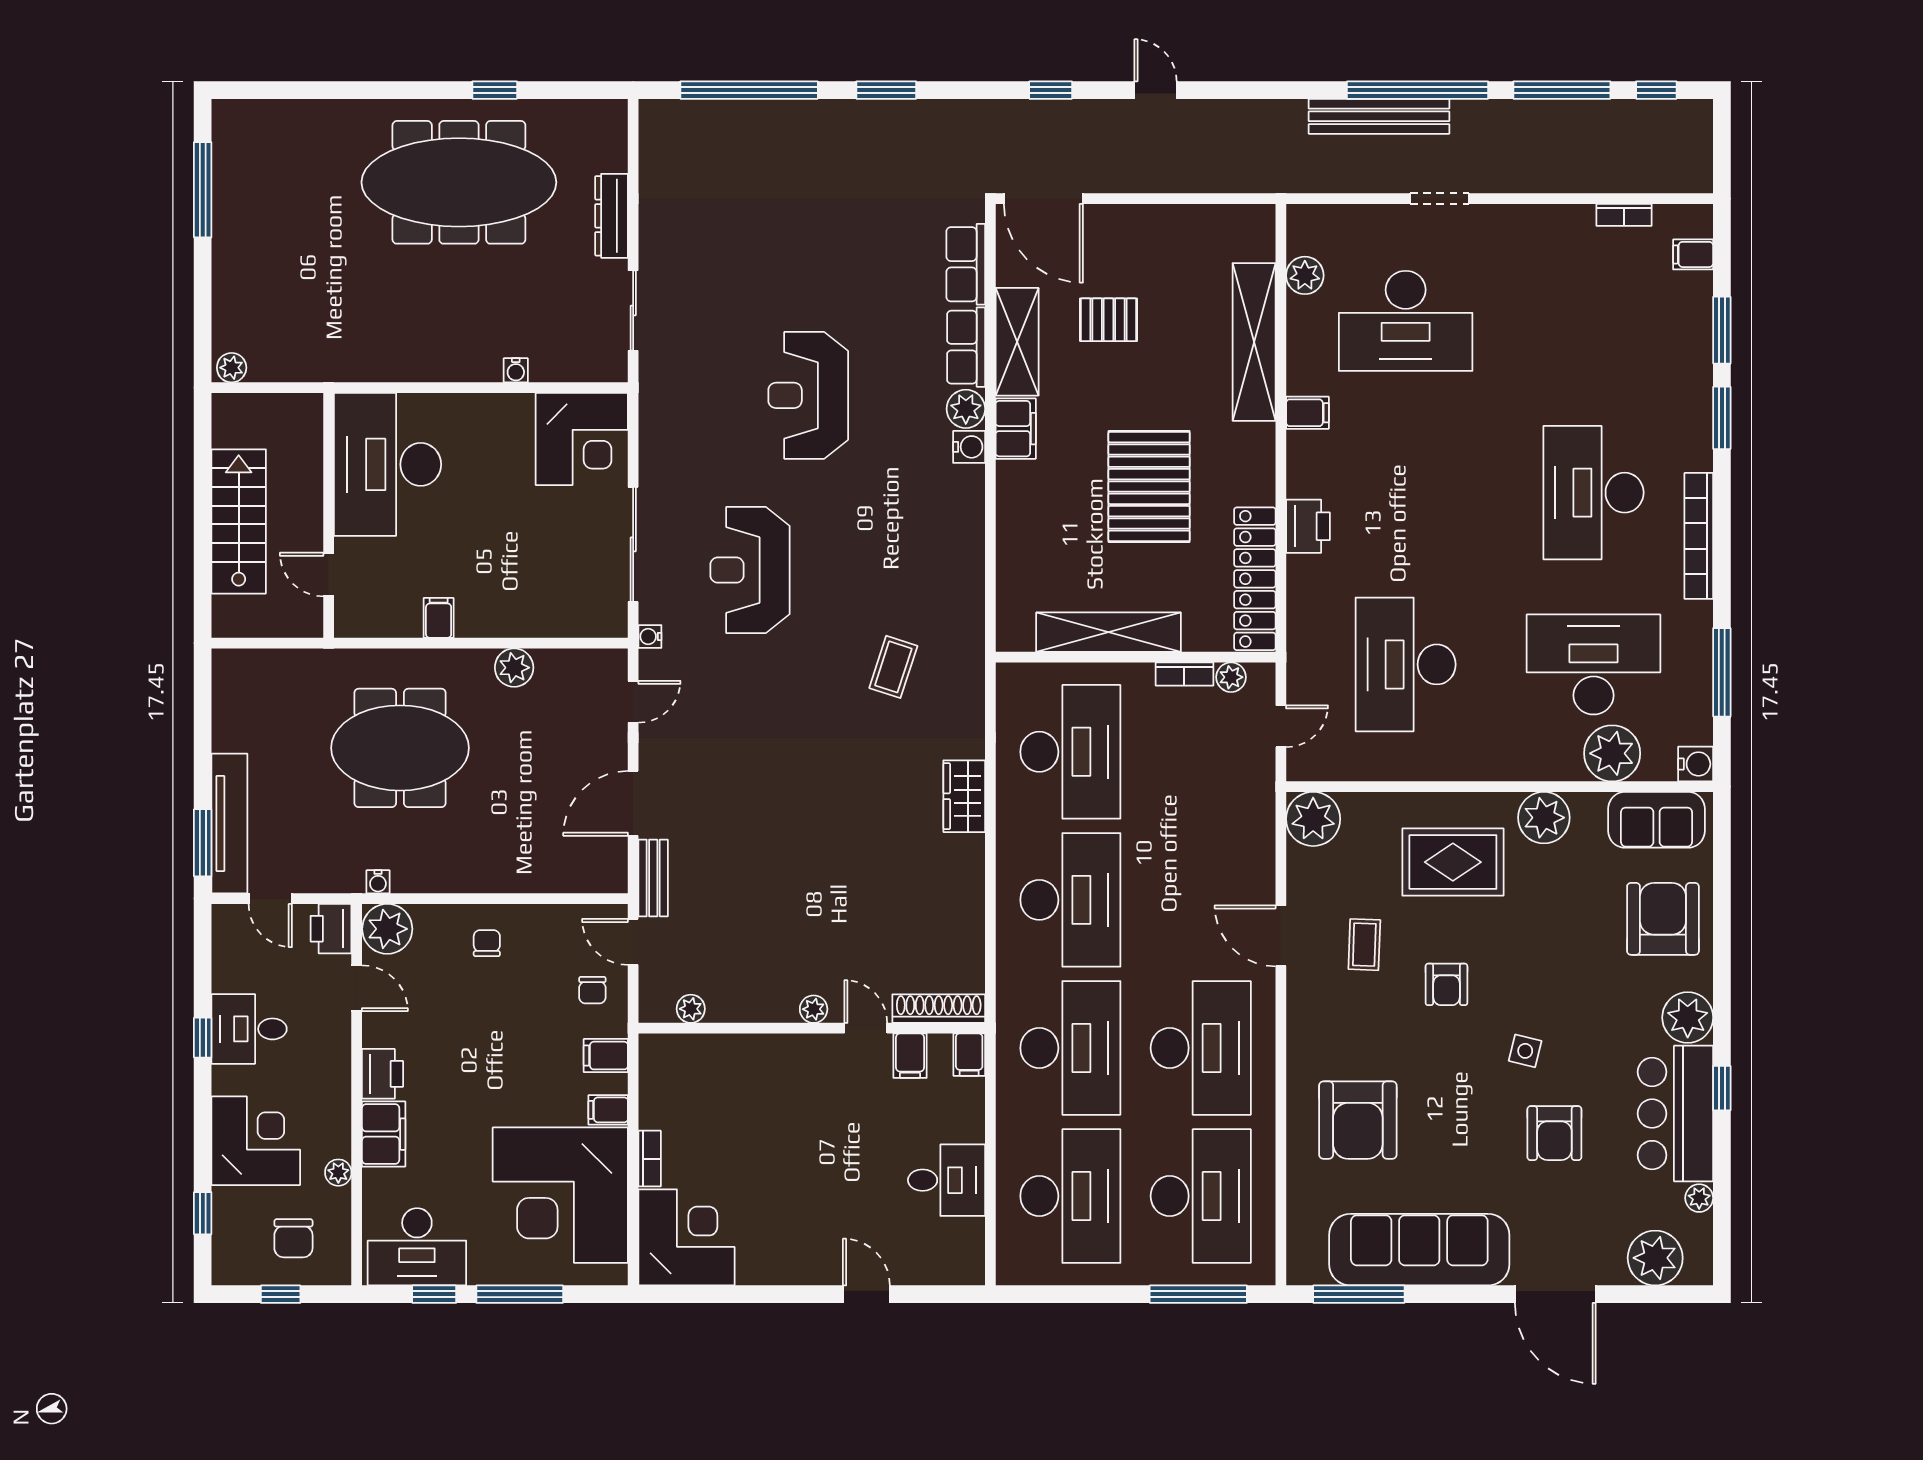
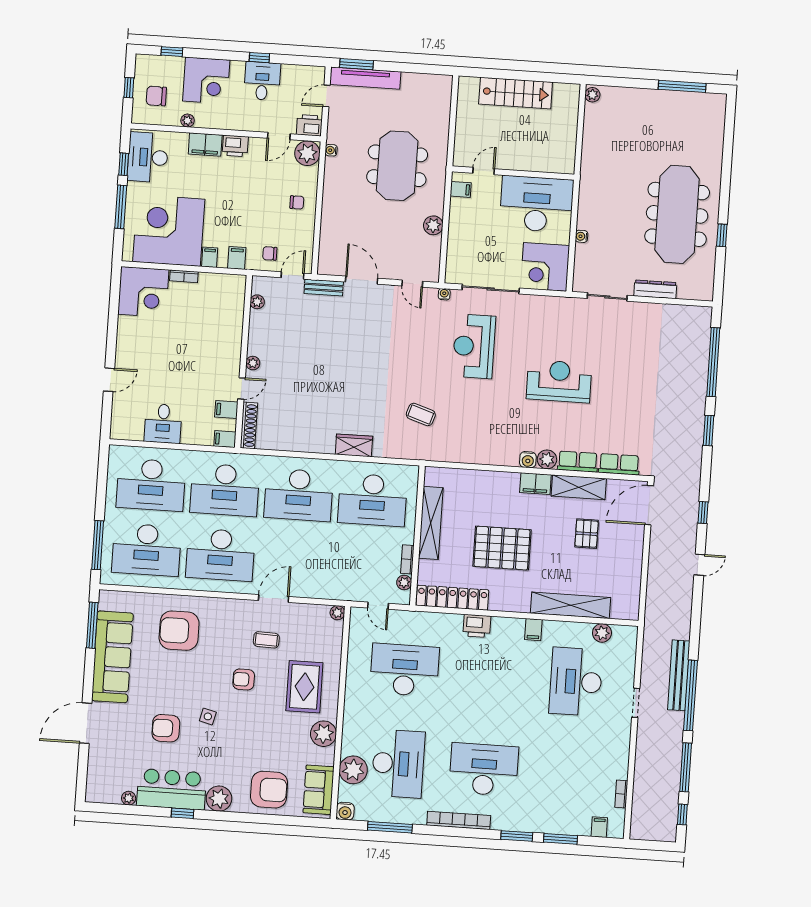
desk: (388, 464) -> (537, 204), moved
wall: (329, 515) -> (513, 173), moved
reception desk: (750, 570) -> (474, 346), turned -90
door: (329, 574) -> (484, 171), moved
plant: (1313, 819) -> (337, 613), width x0.53, depth x0.53
plant: (1655, 1258) -> (100, 774), removed

